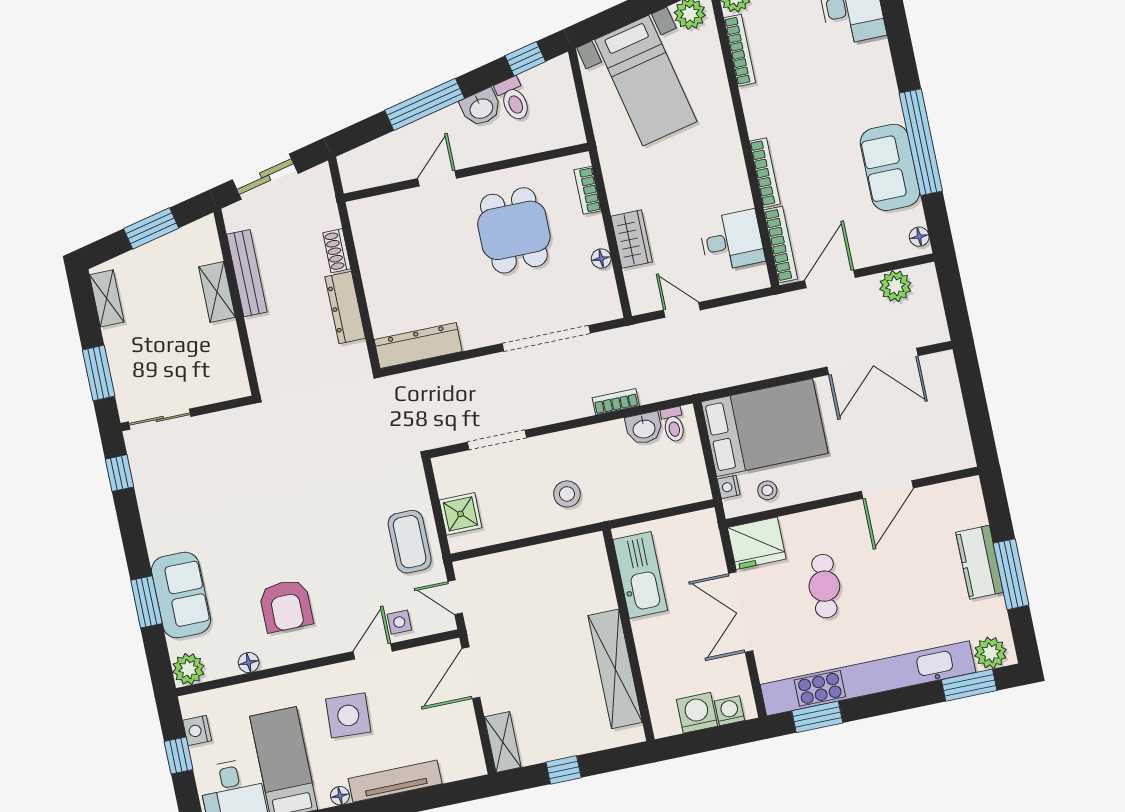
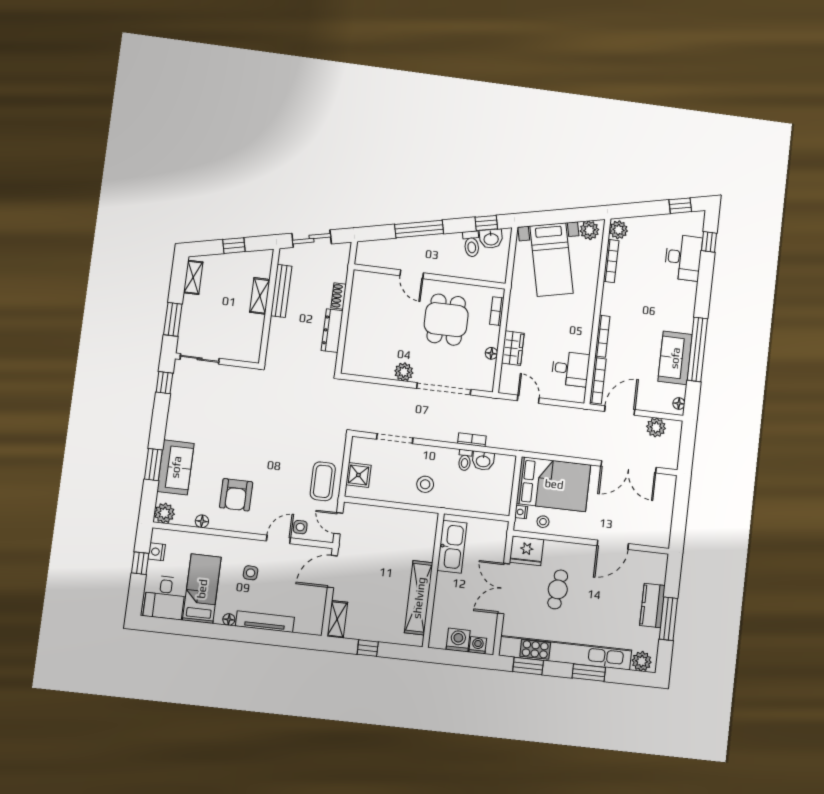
washbasin: (481, 108) -> (491, 239), moved
door: (437, 178) -> (412, 274), swing flipped
window: (151, 228) -> (234, 246), width x0.67
plant: (476, 333) -> (404, 372), added
dresser: (418, 345) -> (367, 368), removed
toilet: (673, 424) -> (465, 460), moved
window: (969, 685) -> (589, 673), moved
side table: (348, 715) -> (251, 573), width x0.54, depth x0.54

